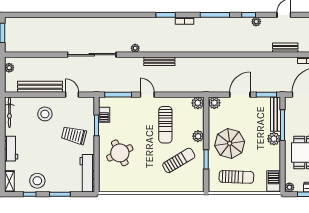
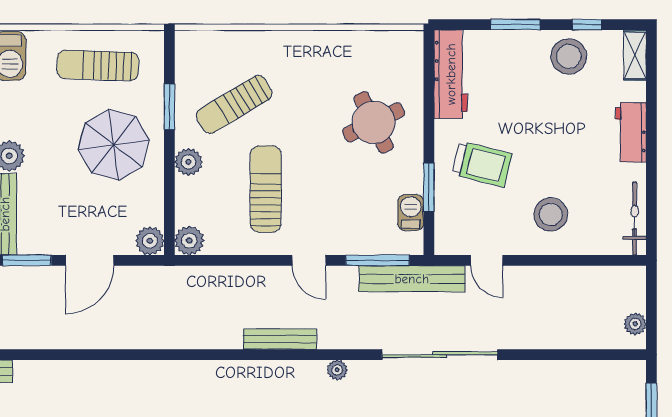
bench: (40, 87) -> (412, 279), moved

